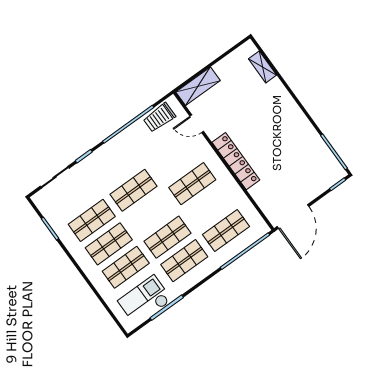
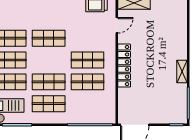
shelving: (263, 67) -> (182, 71), moved
door: (197, 124) -> (117, 25), swing flipped
shop shelf: (226, 230) -> (87, 82), moved

